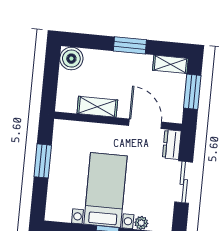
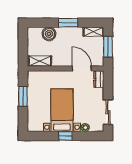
boiler: (71, 59) -> (49, 34), moved
shelving: (97, 107) -> (40, 61), moved
sliding door: (184, 182) -> (108, 112), moved

